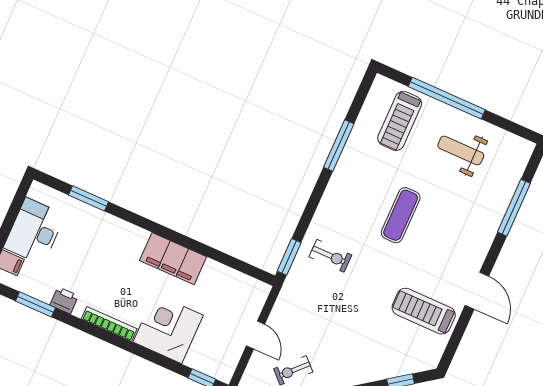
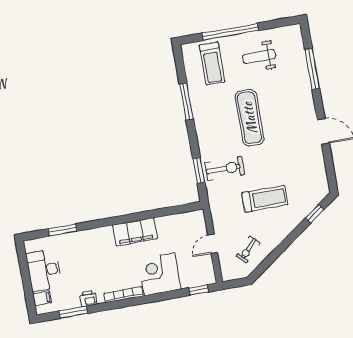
exercise mat: (401, 215) -> (250, 118), width x1.36, depth x1.45
exercise bike: (330, 256) -> (225, 169), width x1.38, depth x1.39
window: (289, 257) -> (199, 170), moved
treadmill: (424, 311) -> (265, 199), moved, turned 180
door: (256, 335) -> (213, 244), swing flipped

